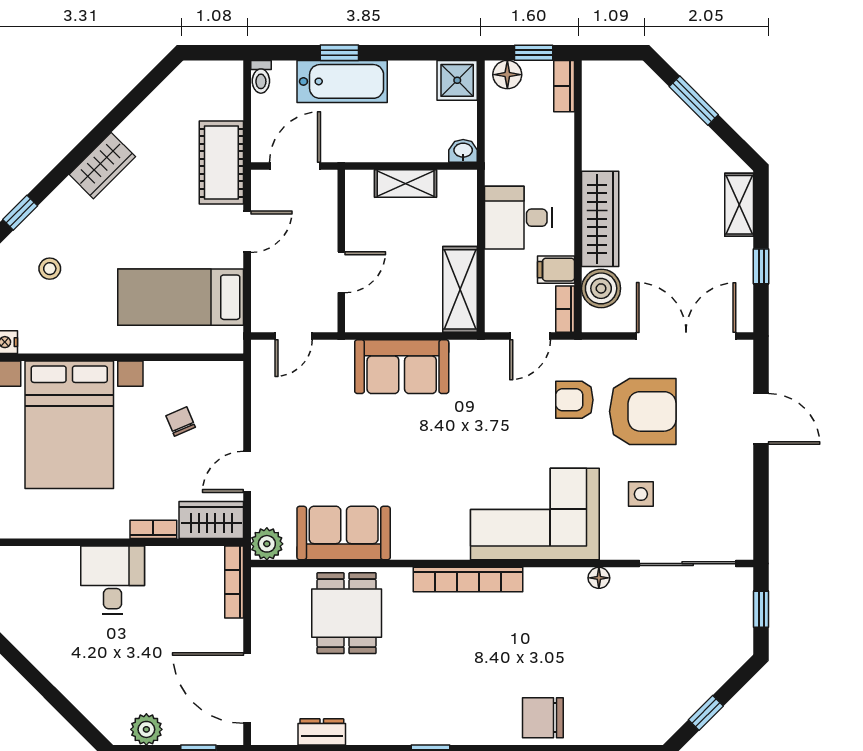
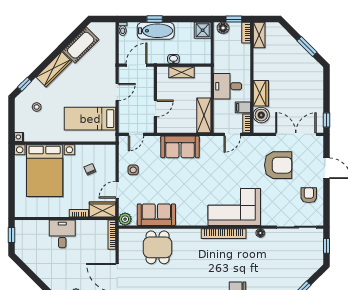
window: (694, 101) -> (307, 46), moved
washbasin: (463, 151) -> (173, 59), moved
cot: (221, 163) -> (81, 45), moved, turned 45
wardrobe: (102, 166) -> (54, 69), width x1.50
shelving: (739, 205) -> (259, 35), moved
wardrobe: (600, 219) -> (261, 93), width x0.67
window: (761, 266) -> (326, 120), moved
armchair: (574, 400) -> (309, 195), moved, turned 90
side table: (641, 494) -> (133, 170), moved
bookcase: (468, 580) -> (224, 234), moved

